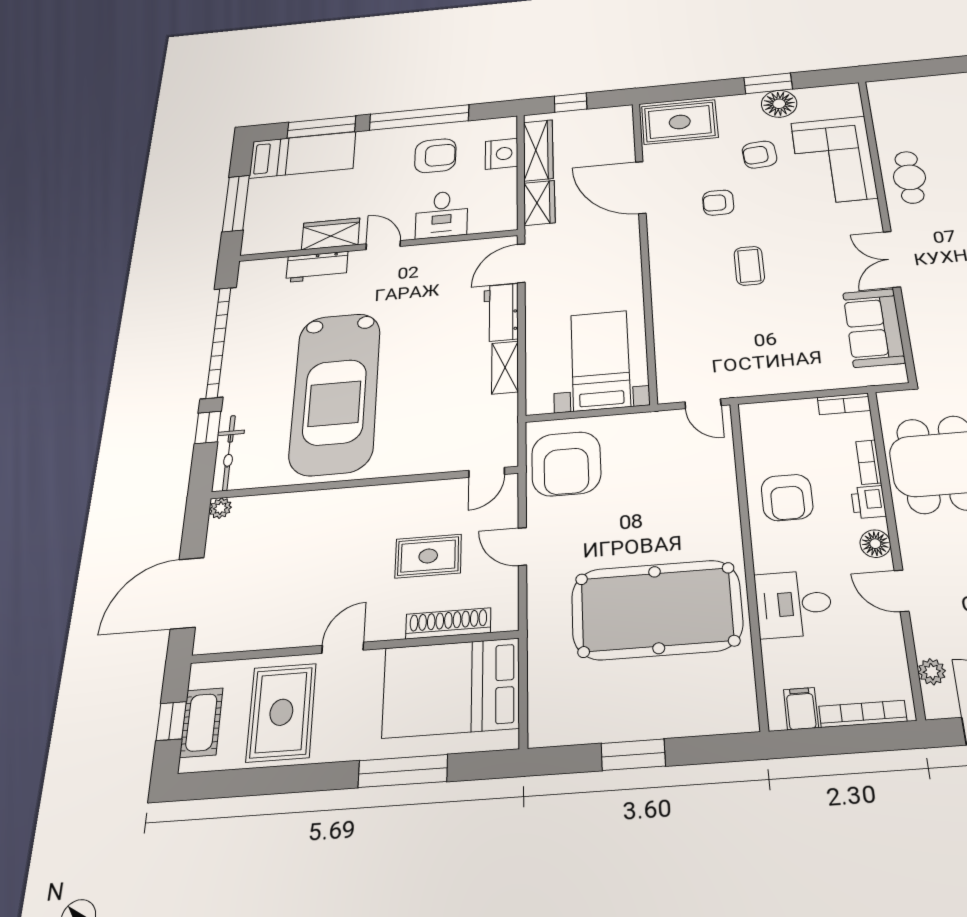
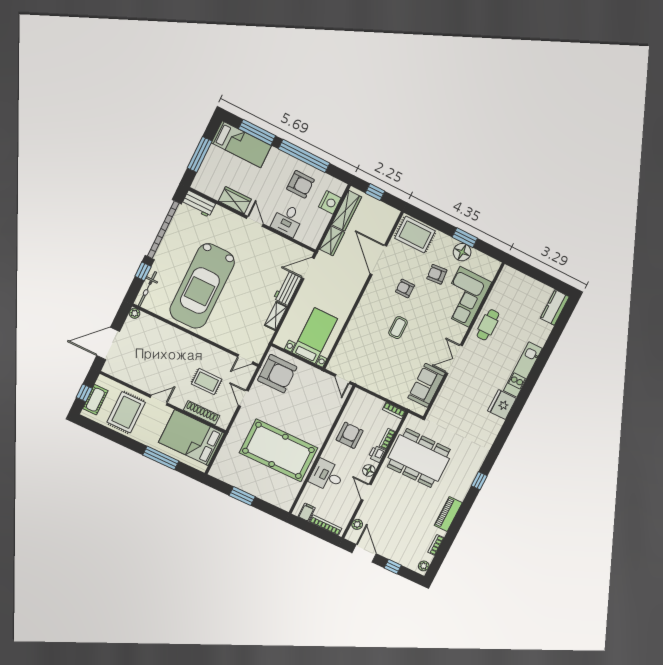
workbench: (317, 267) -> (199, 204), moved
armchair: (566, 464) -> (277, 374), turned -90
armchair: (787, 497) -> (350, 435), turned 180

